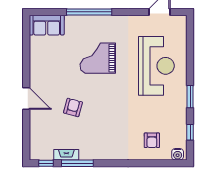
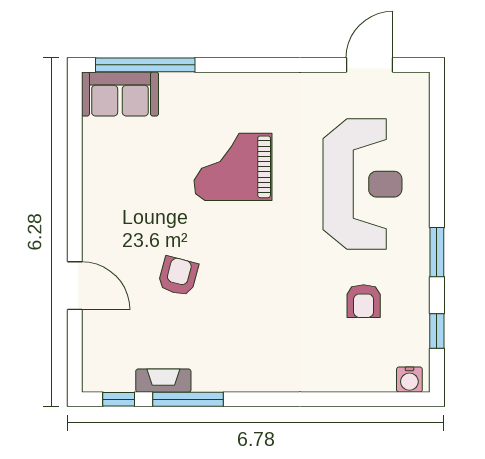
window: (89, 12) -> (145, 65), moved
door: (26, 98) -> (75, 286), moved
armchair: (152, 140) -> (364, 301), moved

